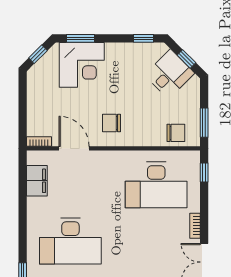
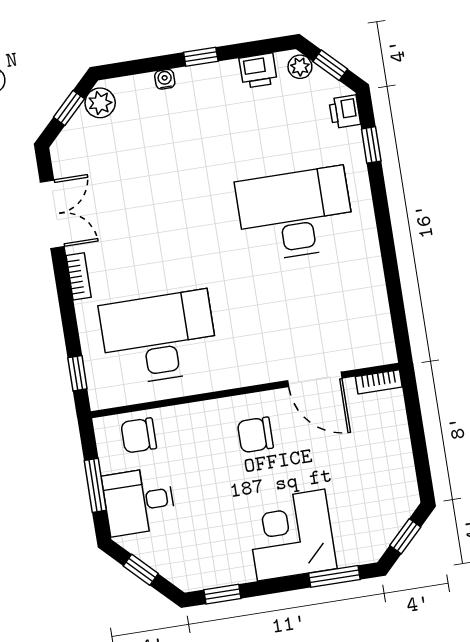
corner desk: (82, 65) -> (291, 535), moved
desk: (169, 74) -> (139, 501), moved, turned 45
chair: (112, 123) -> (255, 435), turned 180
window: (204, 123) -> (95, 485), moved
filing cabinet: (37, 181) -> (372, 311), removed

